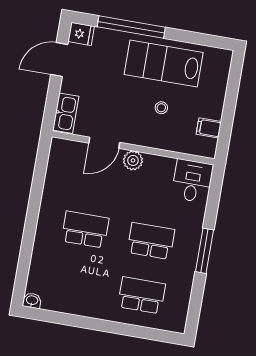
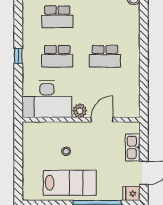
kitchen sink: (66, 113) -> (133, 147), moved
filing cabinet: (209, 128) -> (30, 143), removed
desk: (192, 181) -> (47, 99), width x1.87, depth x1.30
window: (205, 251) -> (18, 56), width x0.46

